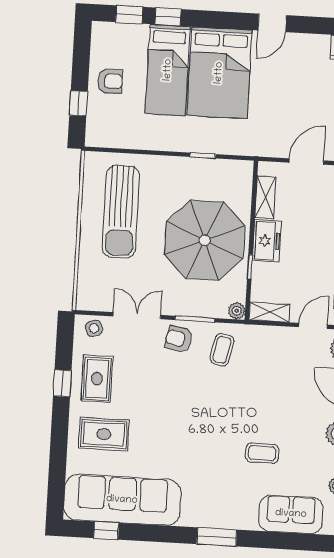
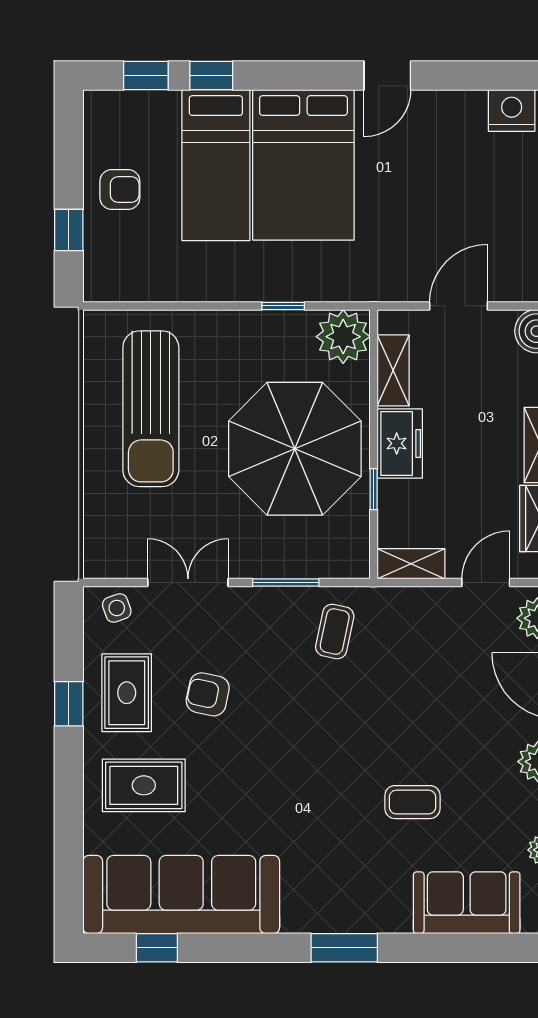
plant: (237, 311) -> (343, 337), moved, width x1.87, depth x1.87
armchair: (179, 339) -> (208, 694), moved

